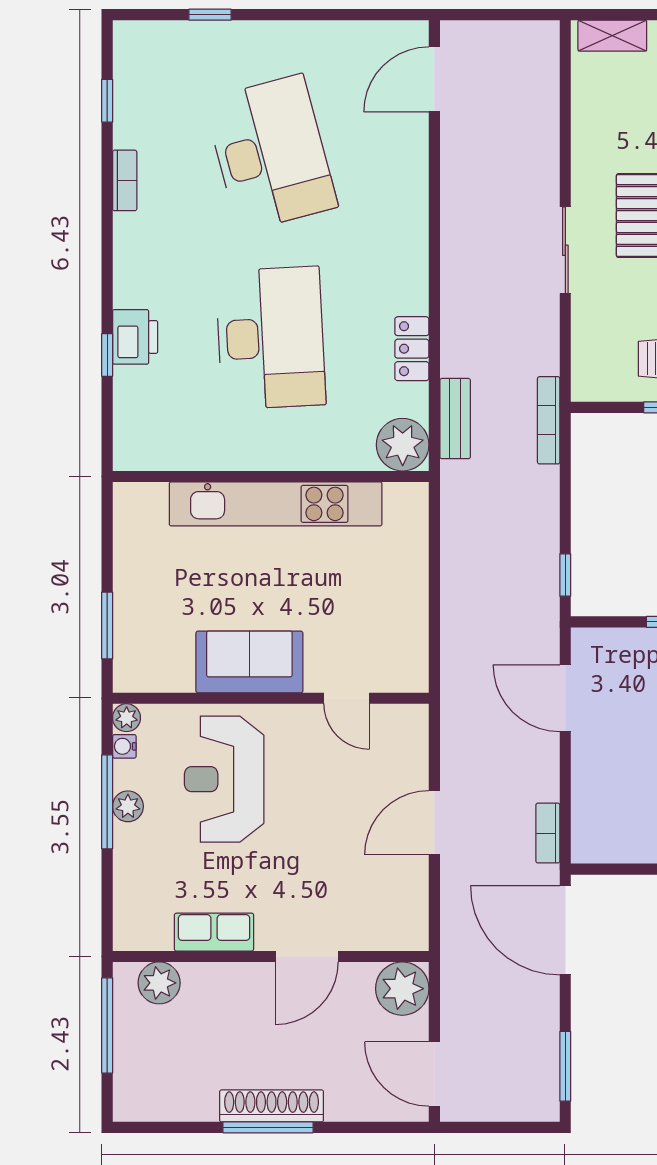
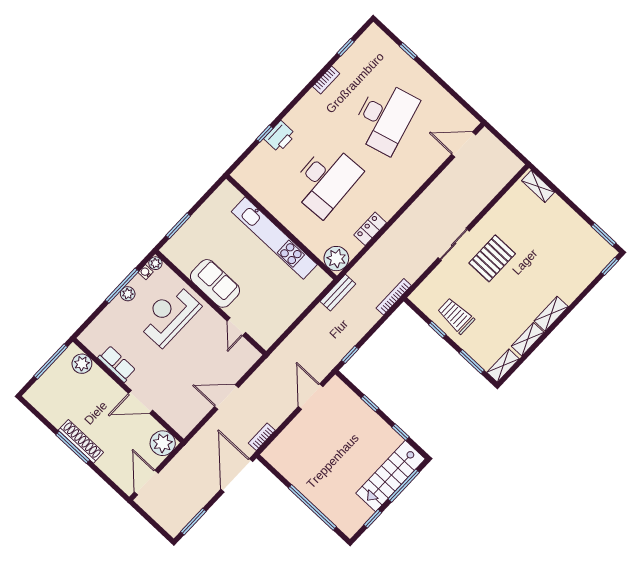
bench: (455, 419) -> (338, 293), moved

